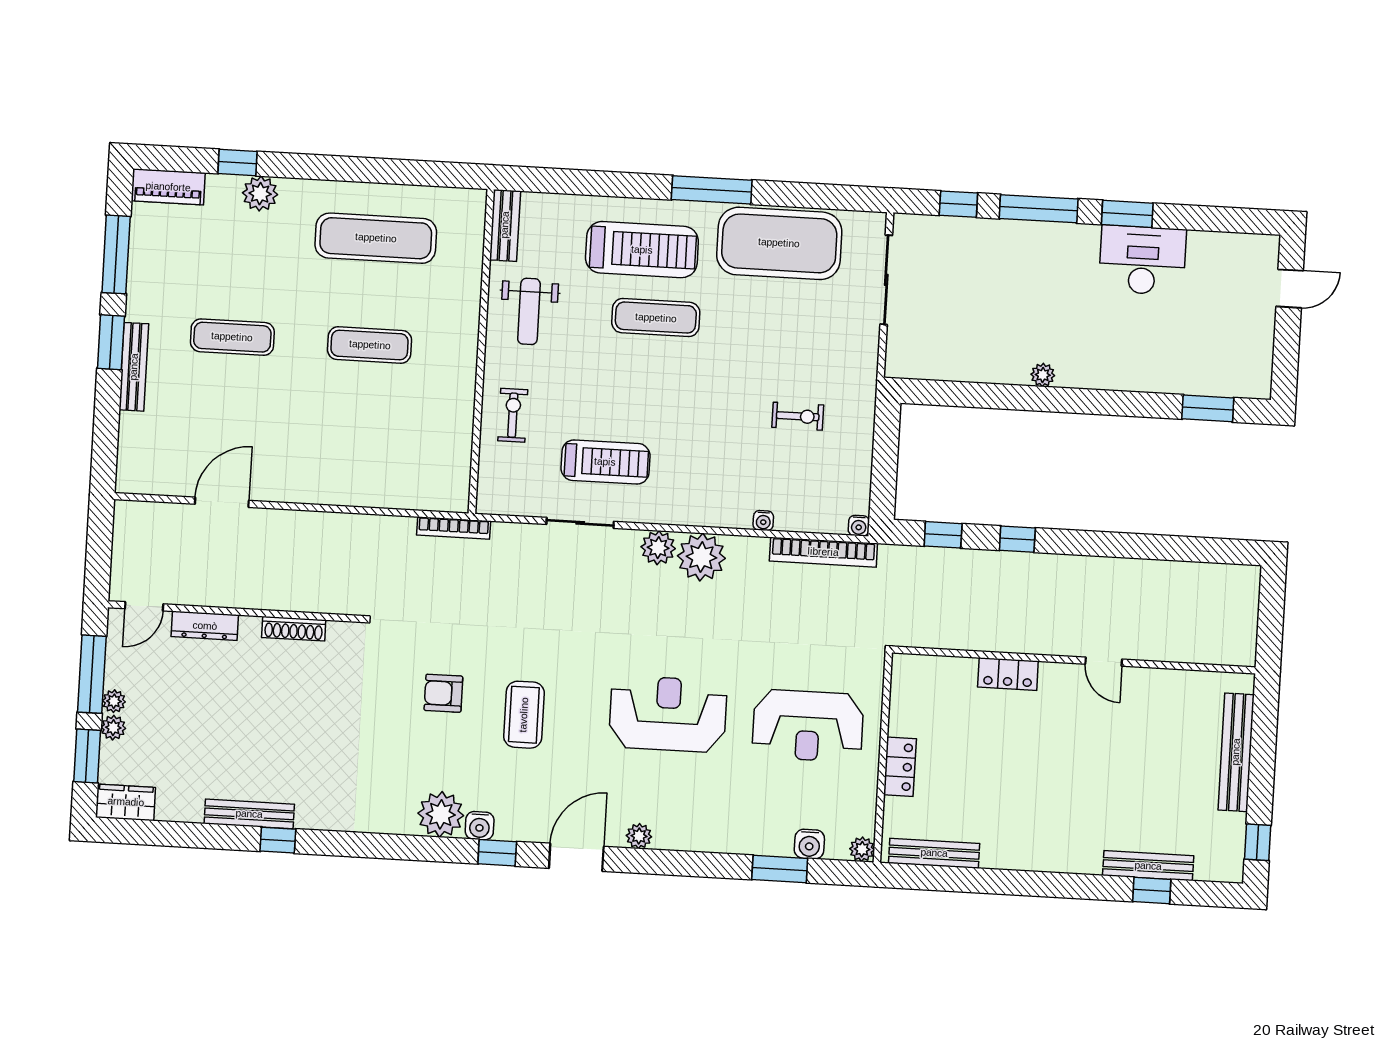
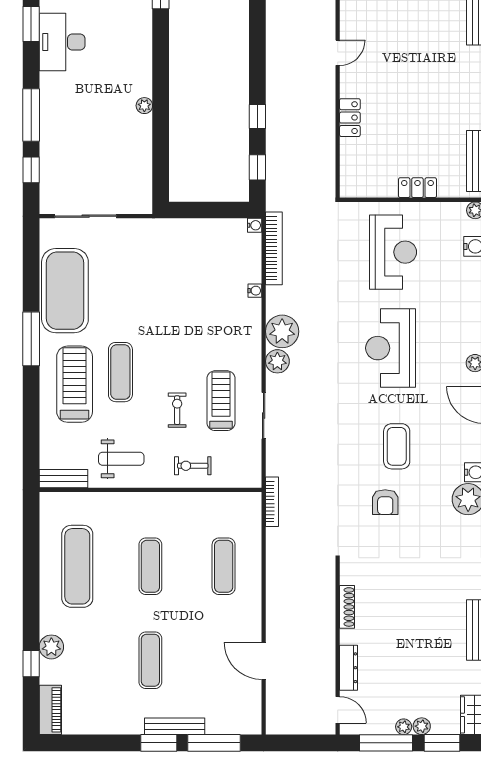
window: (1127, 214) -> (31, 24), moved
window: (116, 254) -> (214, 743), moved
exercise bike: (798, 416) -> (177, 410), moved
exercise mat: (363, 452) -> (224, 566), added
coffee table: (524, 715) -> (397, 446), turned 90

